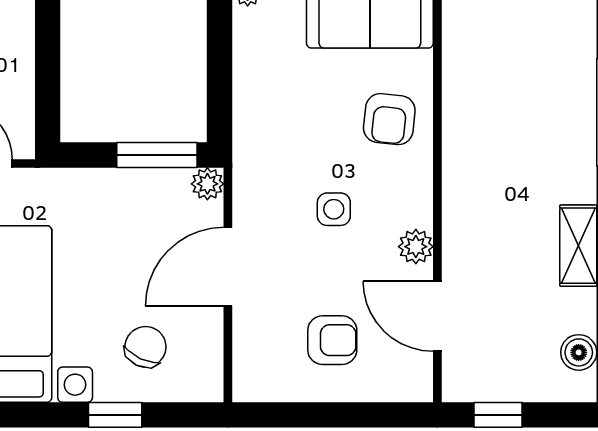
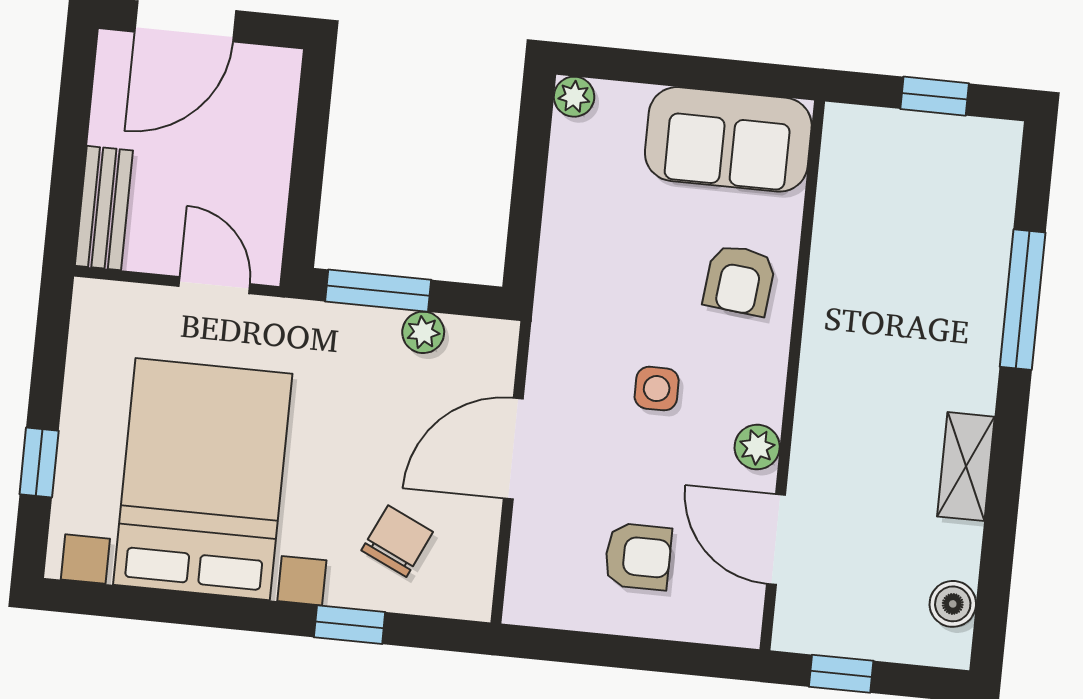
window: (157, 155) -> (378, 291), moved
plant: (207, 184) -> (423, 332), moved

